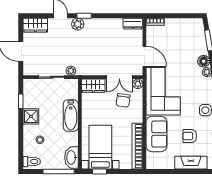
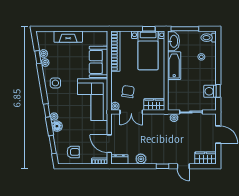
plant: (78, 24) -> (141, 159), moved
door: (144, 56) -> (109, 144), moved
double door: (119, 77) -> (131, 112), swing flipped
washing machine: (30, 101) -> (210, 91), added
shower: (31, 116) -> (209, 77), removed
bathtub: (71, 116) -> (174, 66), moved
armchair: (190, 136) -> (73, 152), moved

